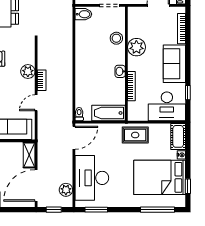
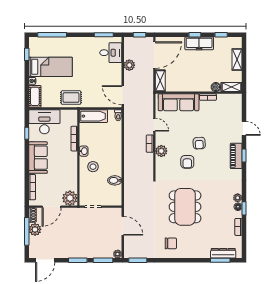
bidet: (83, 14) -> (115, 180), moved
stool: (116, 38) -> (93, 167), moved
plant: (136, 47) -> (70, 198), moved
door: (36, 103) -> (154, 125), hinge flipped
door: (74, 138) -> (123, 95), hinge flipped
bed: (160, 177) -> (50, 67), width x0.67
desk: (92, 178) -> (111, 53), width x0.53, depth x0.77
plant: (66, 190) -> (129, 65), moved

